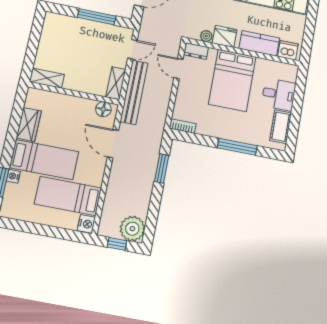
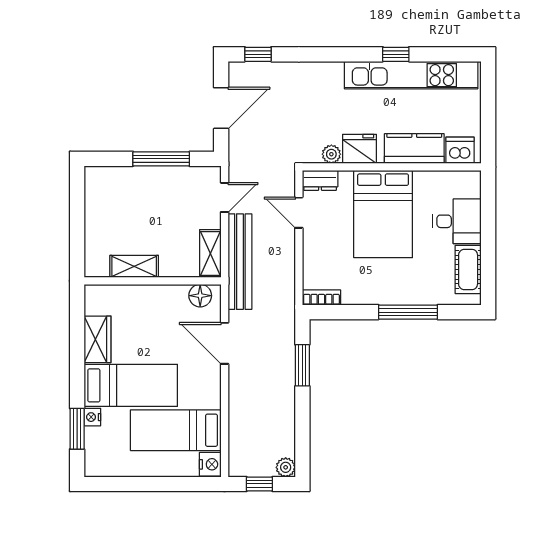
shelving: (47, 78) -> (134, 266), moved
plant: (132, 229) -> (286, 467), width x0.53, depth x0.53

